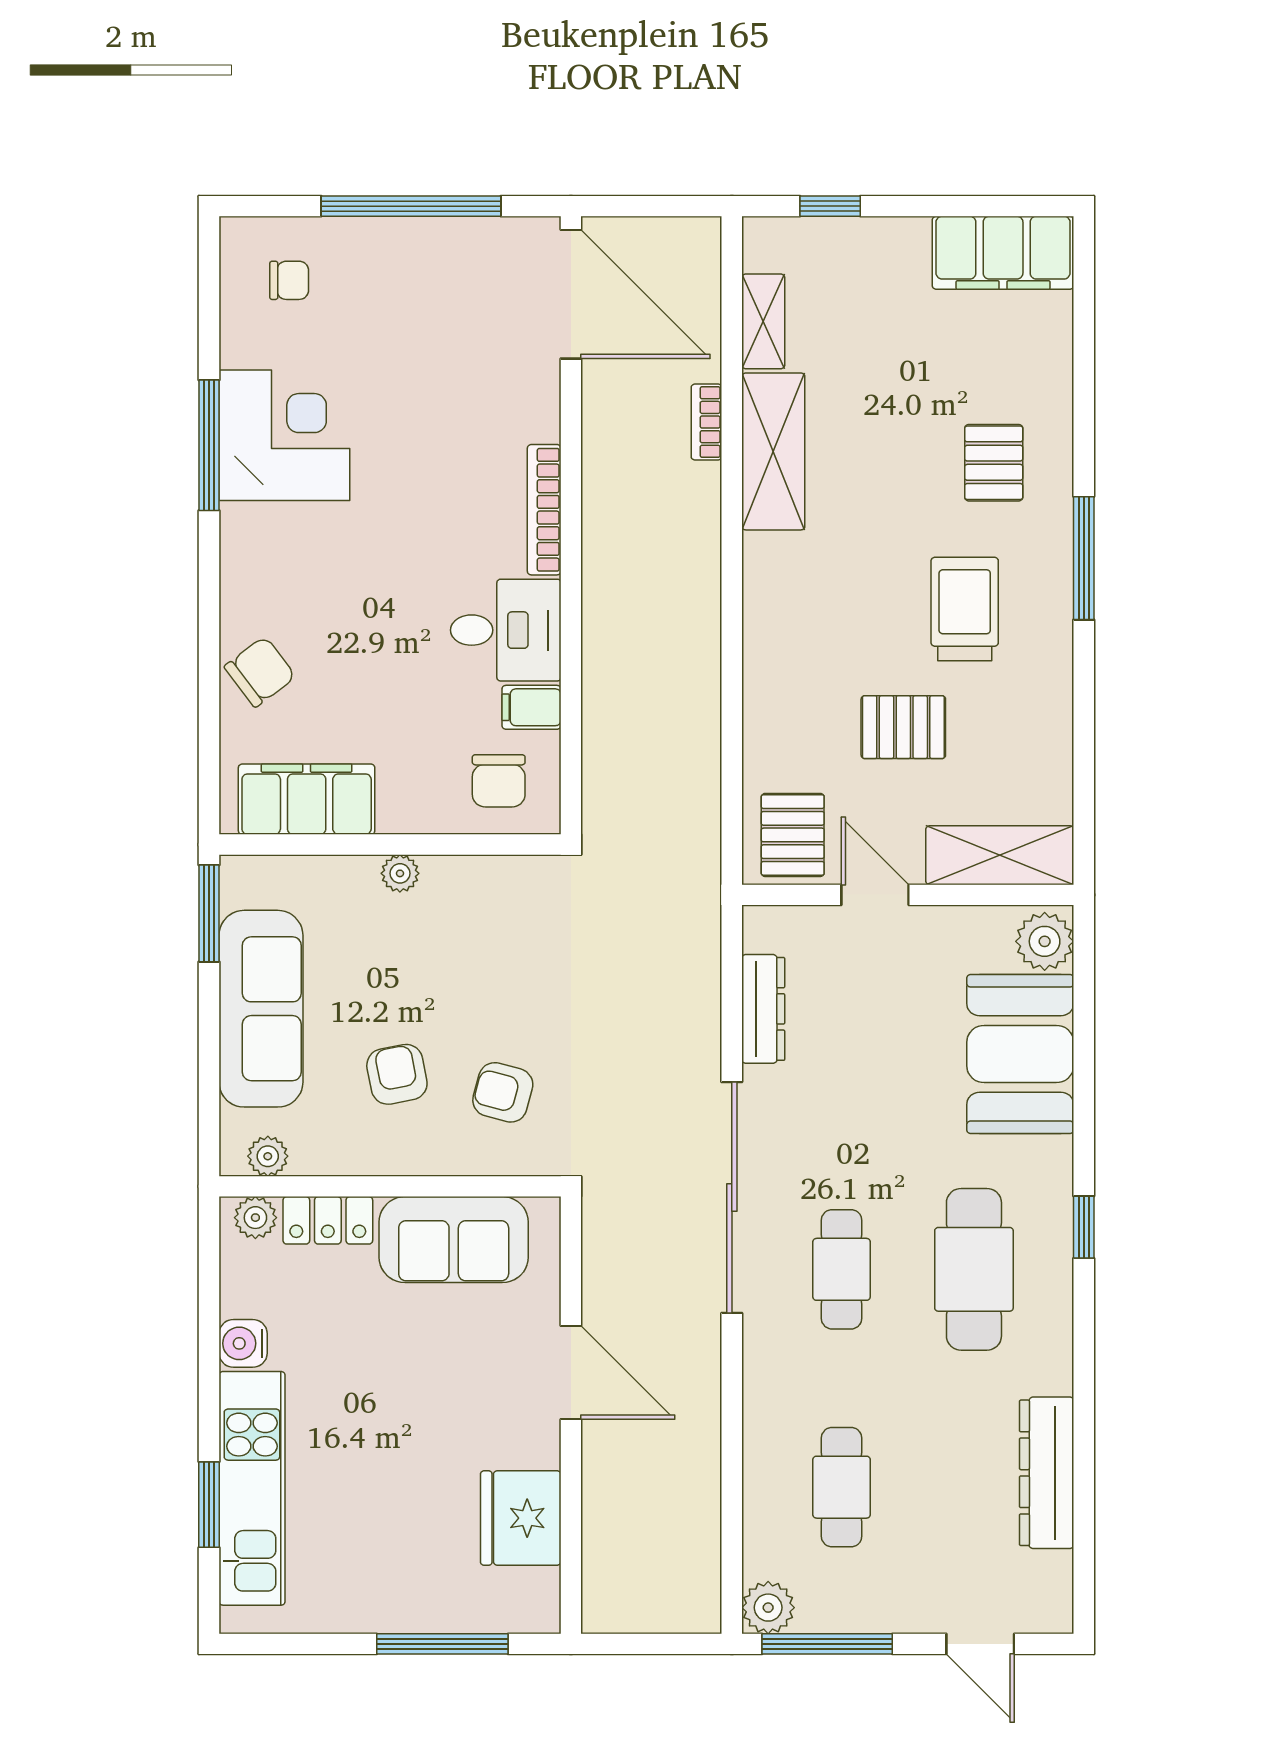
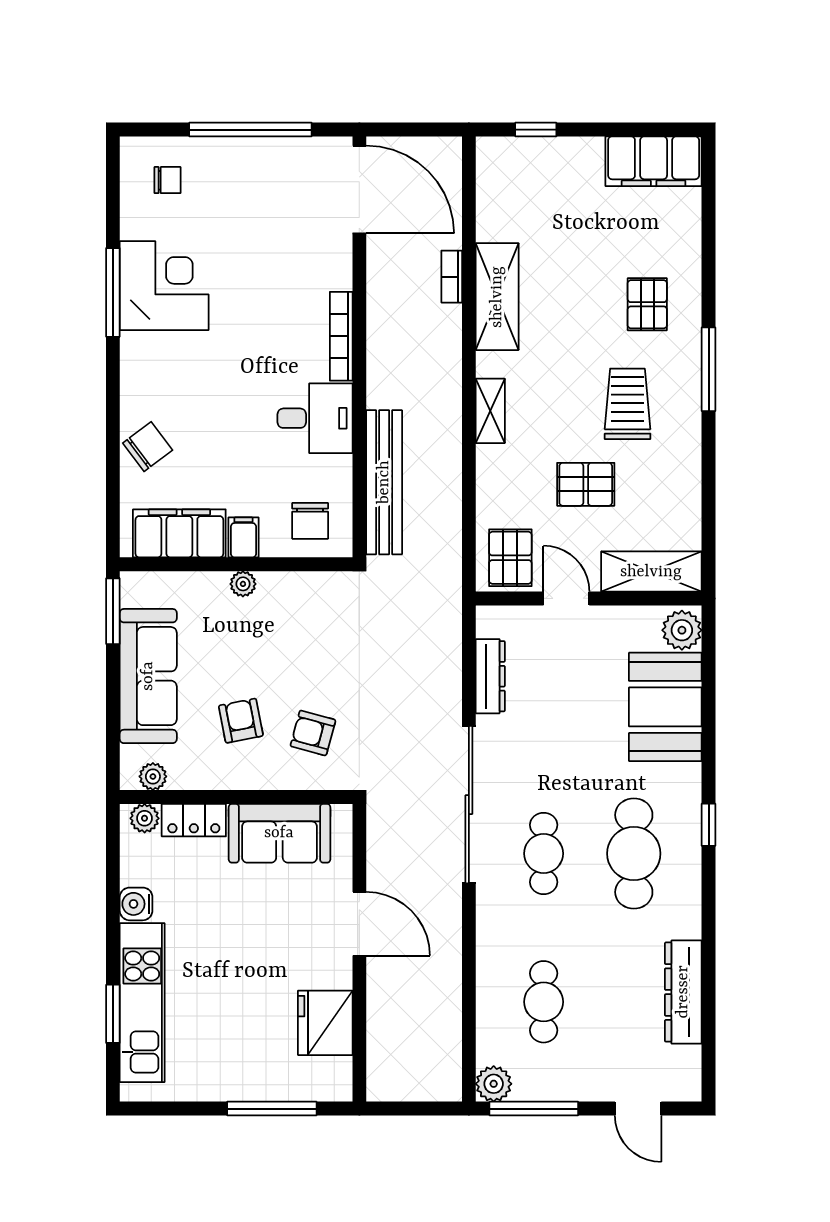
shelving: (763, 321) -> (490, 411), moved
filing cabinet: (531, 707) -> (243, 537), moved, turned 90
bench: (607, 724) -> (384, 482), added

